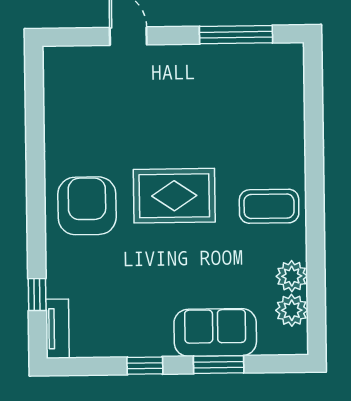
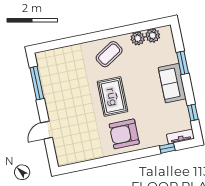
coffee table: (269, 206) -> (109, 54), turned 58
sofa: (215, 332) -> (172, 83), moved
window: (145, 366) -> (193, 112), moved

